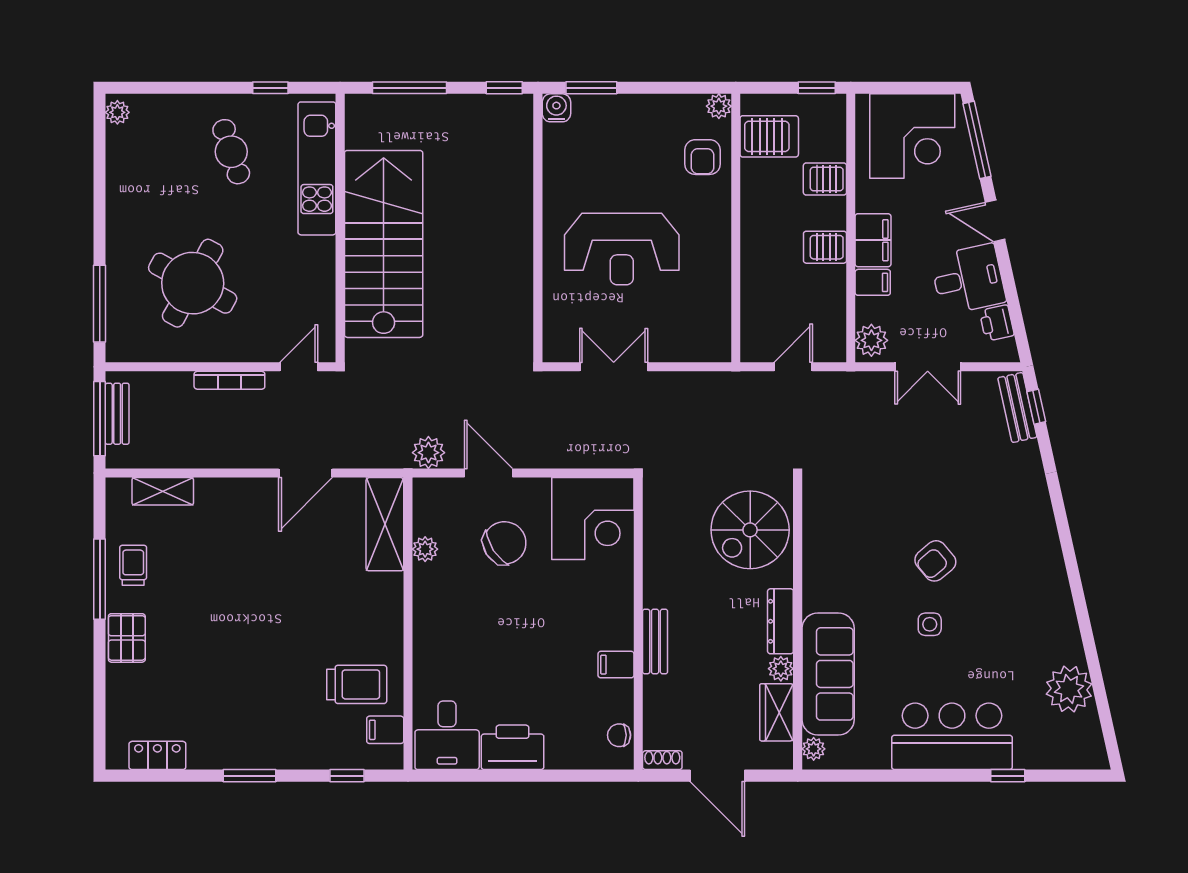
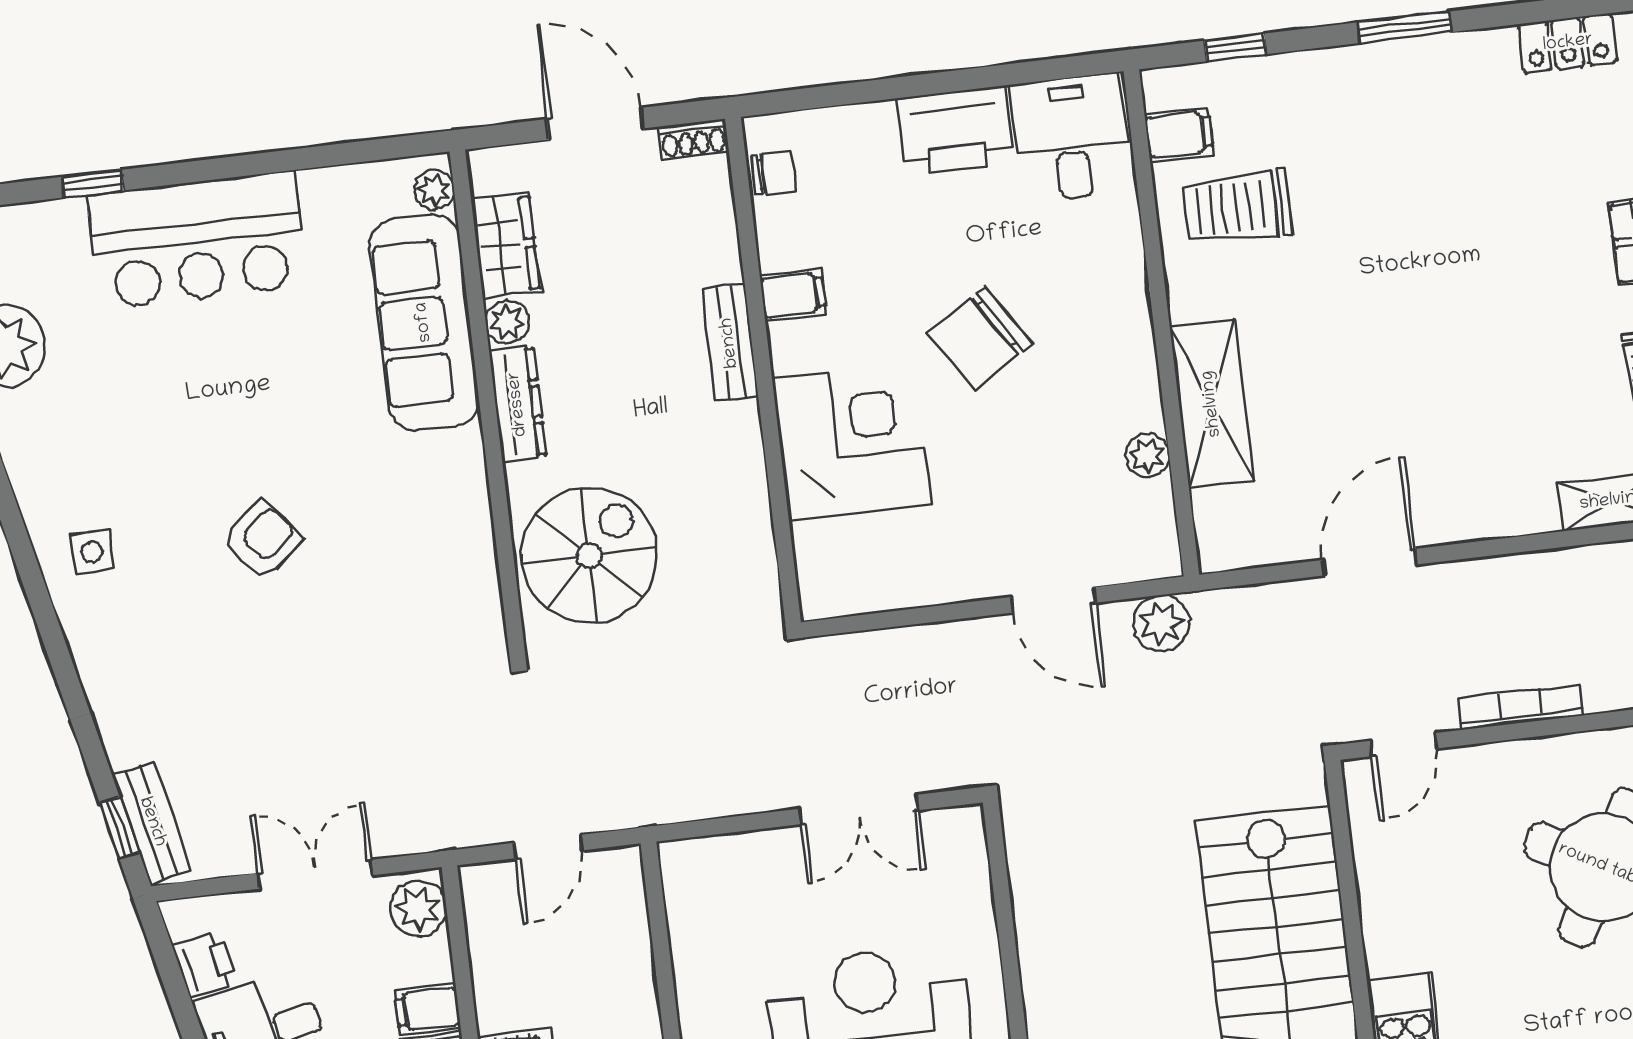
corner desk: (593, 519) -> (851, 441), moved, turned 90
shelving: (385, 524) -> (1212, 404), moved
chair: (504, 543) -> (979, 338), moved
side table: (930, 624) -> (92, 552), moved

